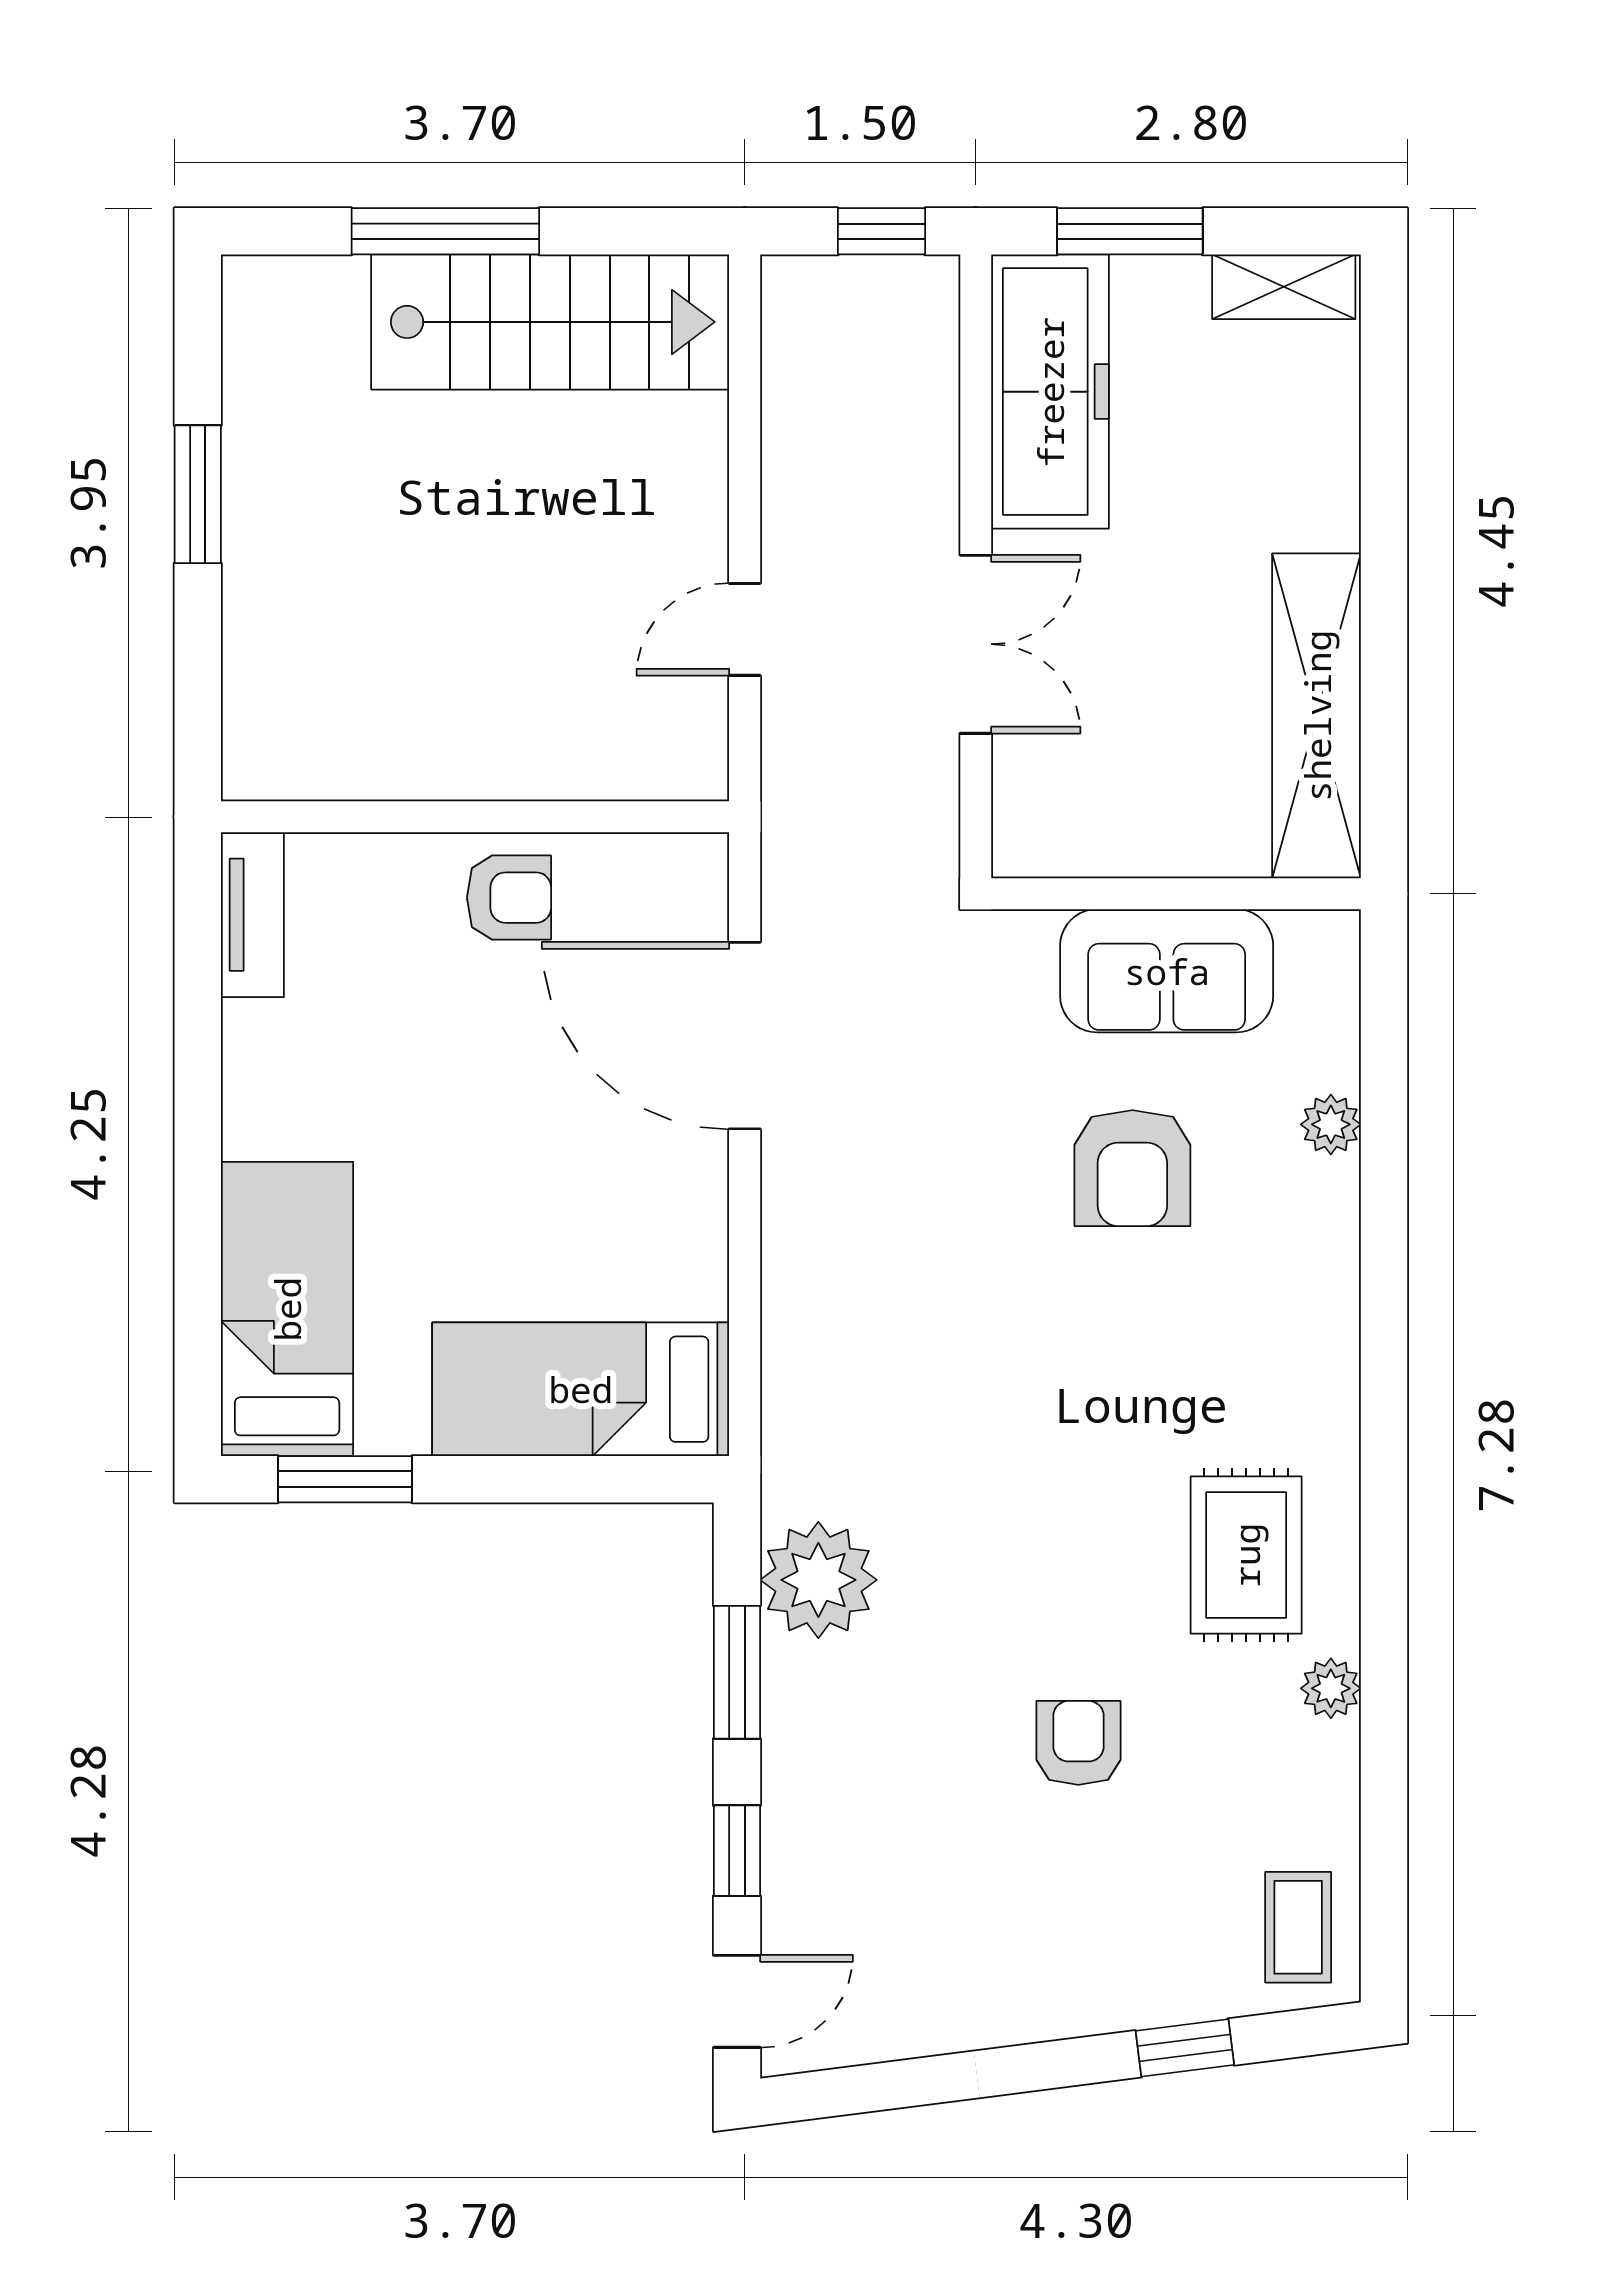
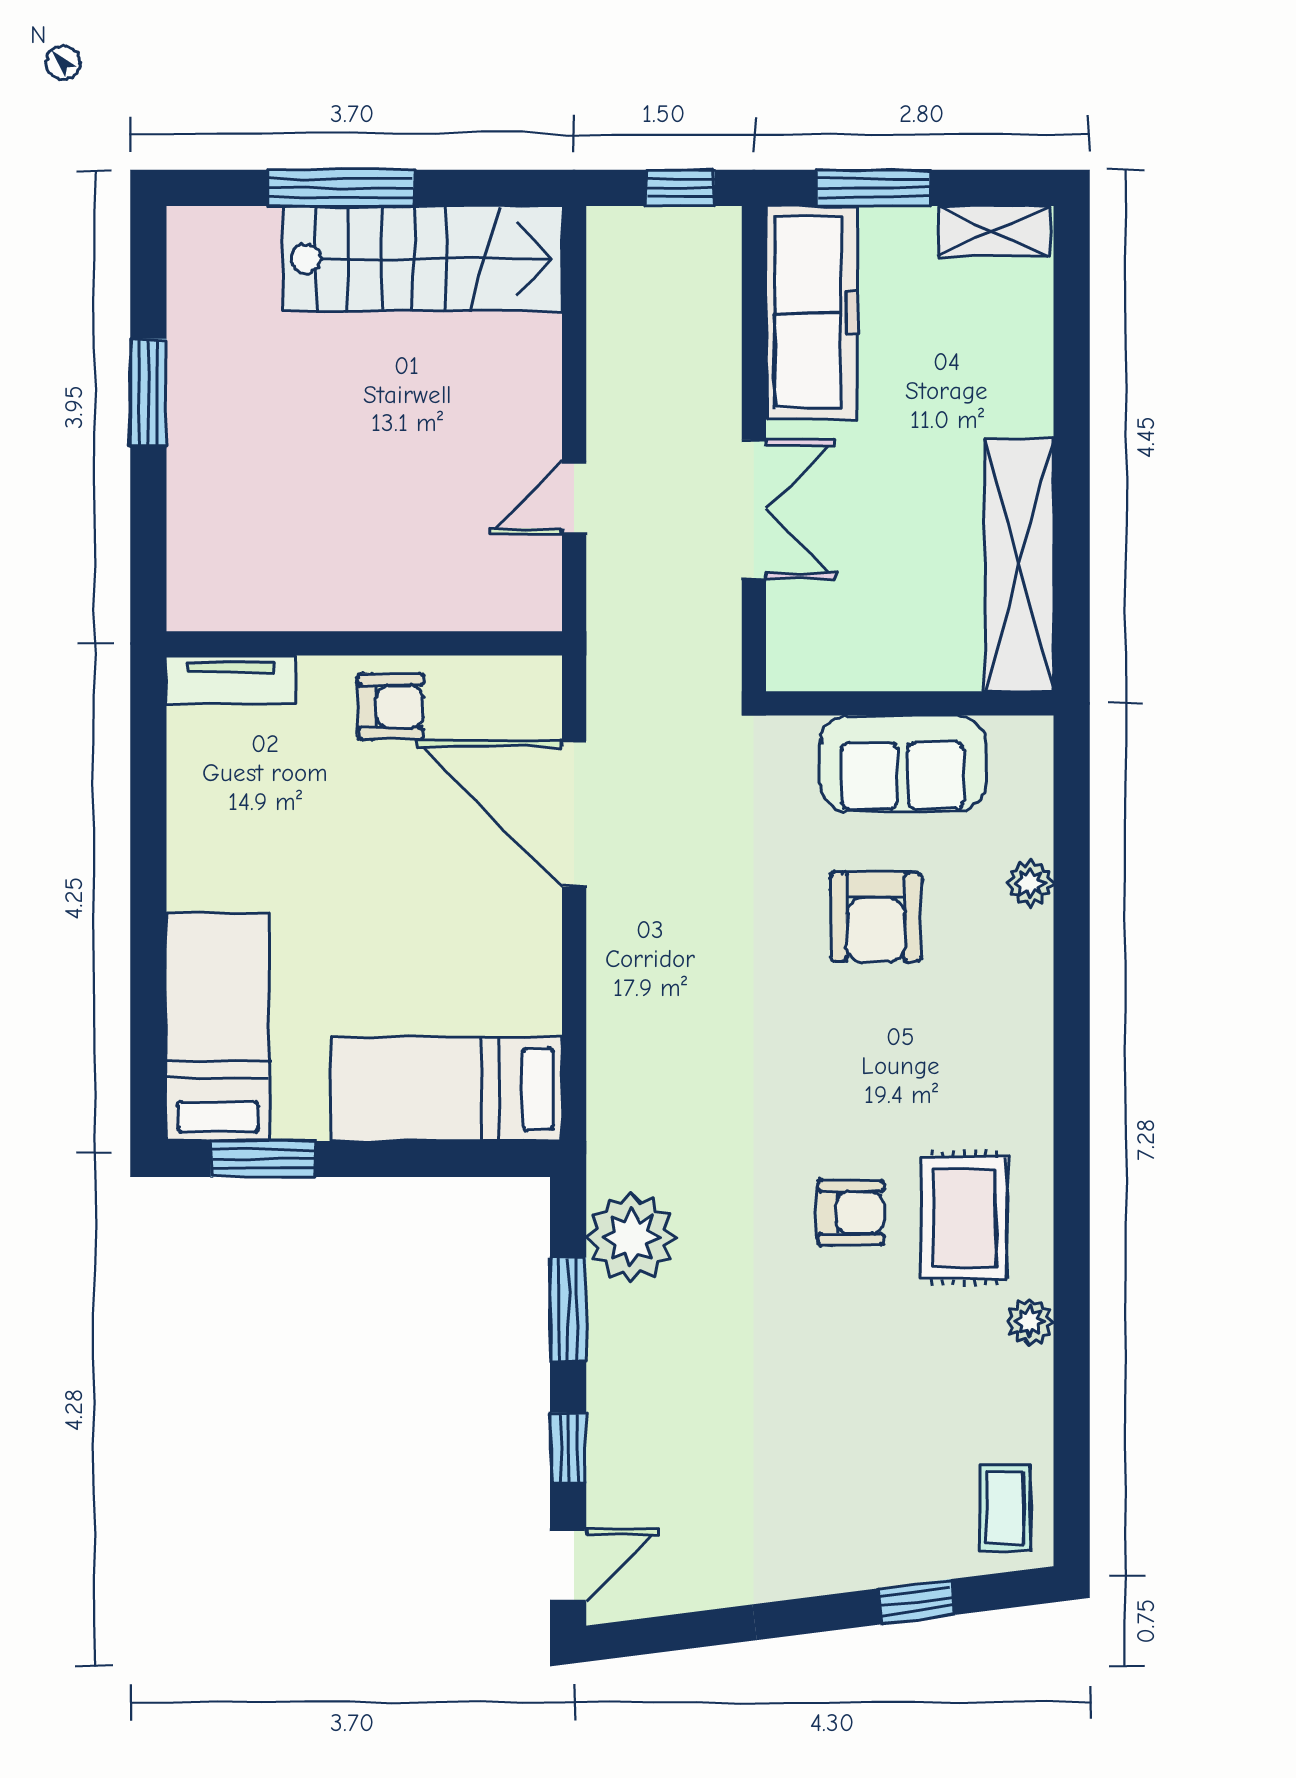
tv unit: (252, 915) -> (231, 680), moved, turned 90
armchair: (1078, 1743) -> (851, 1213), moved, turned 90

